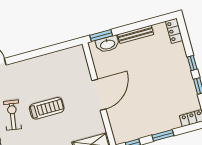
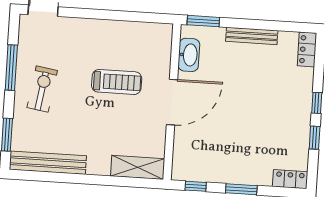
washbasin: (107, 44) -> (189, 55), moved, turned -90
treadmill: (47, 108) -> (117, 82), moved

